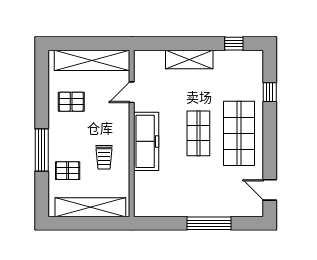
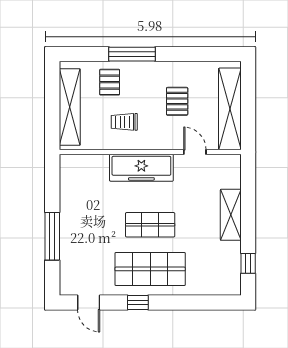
window: (270, 92) -> (138, 302), moved
pallet: (71, 102) -> (177, 101), moved
door: (270, 190) -> (89, 302), swing flipped

